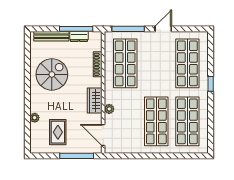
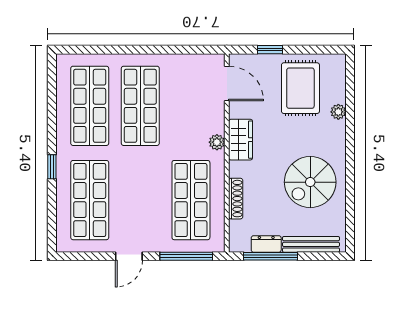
plant: (109, 109) -> (217, 142), moved
rug: (58, 132) -> (300, 88), width x1.36, depth x1.43
window: (77, 156) -> (270, 50), width x0.46

